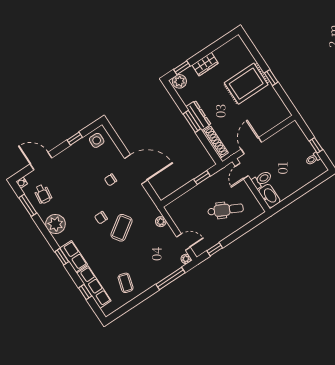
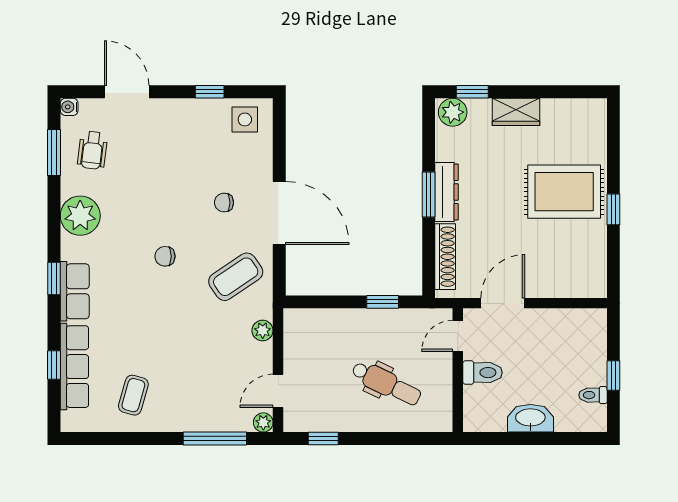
washbasin: (269, 196) -> (530, 418), moved, turned -90
coffee table: (121, 228) -> (236, 277), moved
door: (183, 242) -> (278, 391), swing flipped

